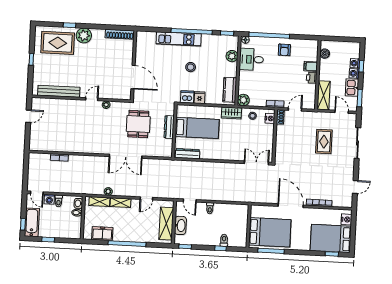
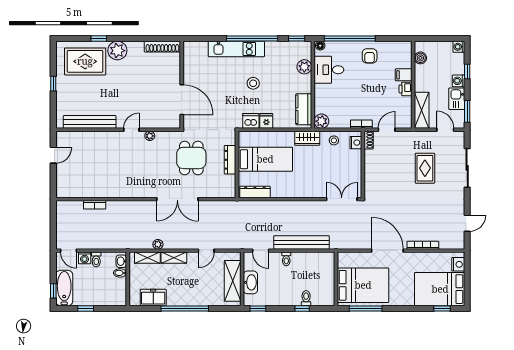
washing machine: (355, 63) -> (459, 47), moved
bench: (223, 196) -> (302, 242), added

